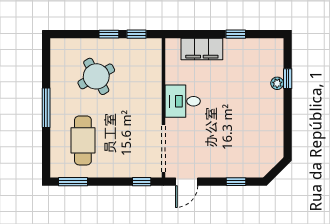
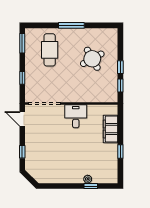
cafe table: (83, 140) -> (50, 50), turned 90
window: (142, 182) -> (22, 78), moved

